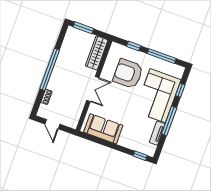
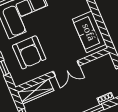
double door: (93, 89) -> (66, 68), swing flipped

